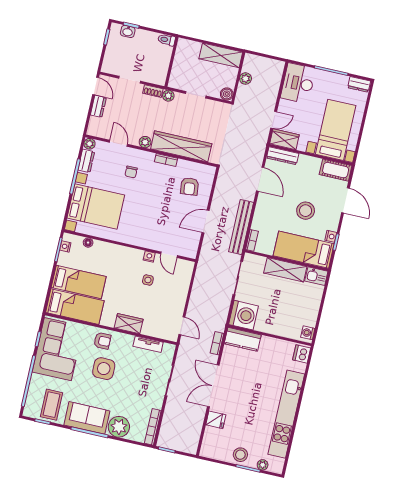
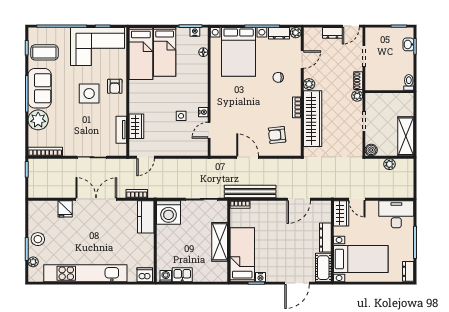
dresser: (283, 156) -> (325, 238), moved
stool: (306, 211) -> (279, 248), removed
kitchen sink: (316, 276) -> (182, 275), moved, turned 90
wardrobe: (129, 324) -> (136, 126), moved

